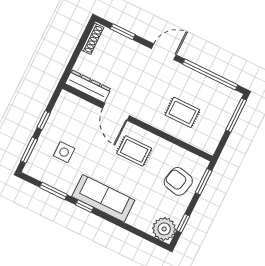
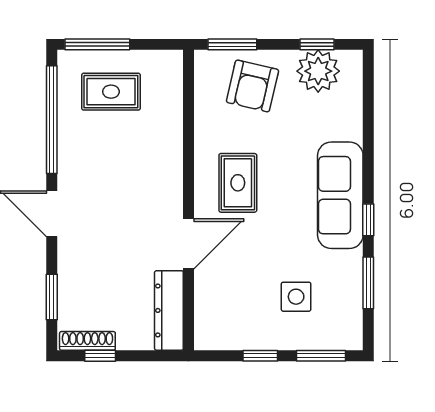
window: (82, 41) -> (100, 356), added
rug: (182, 112) -> (111, 92), moved, turned 90
plant: (164, 229) -> (318, 71), moved

